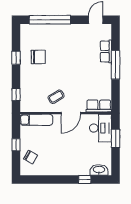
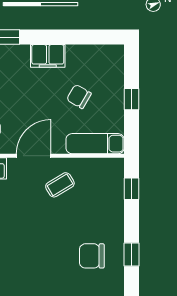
chair: (30, 157) -> (79, 97), moved
filing cabinet: (63, 169) -> (48, 56), added

